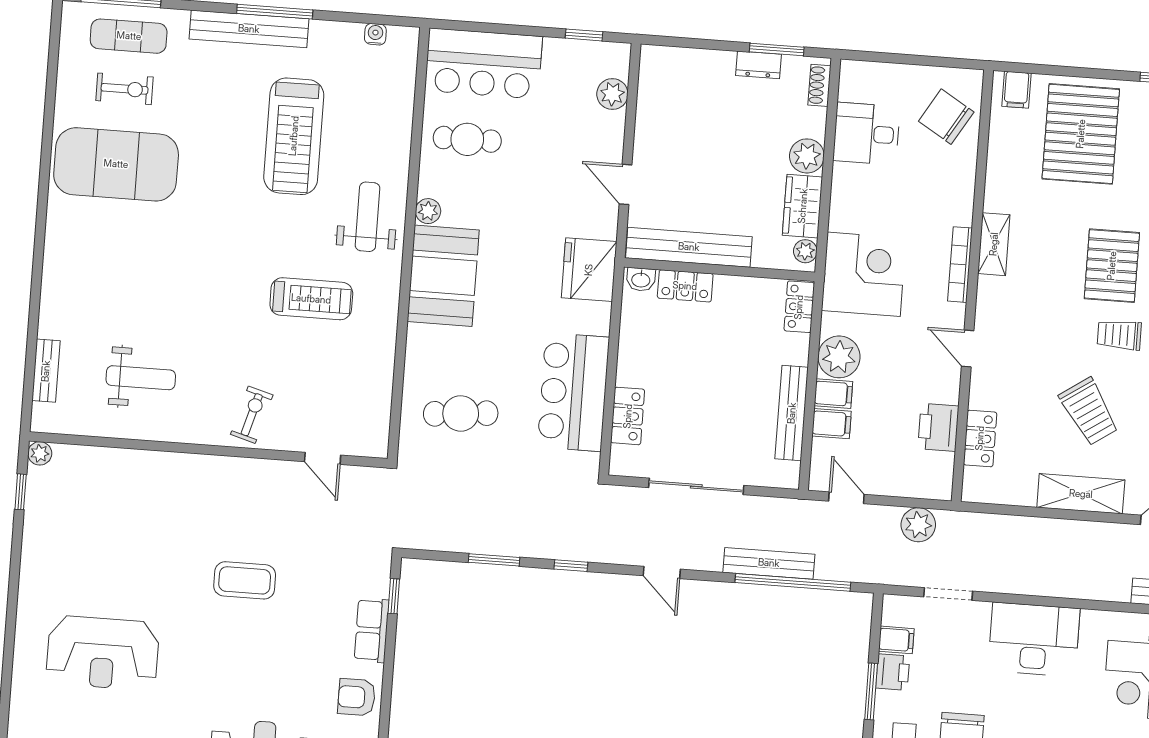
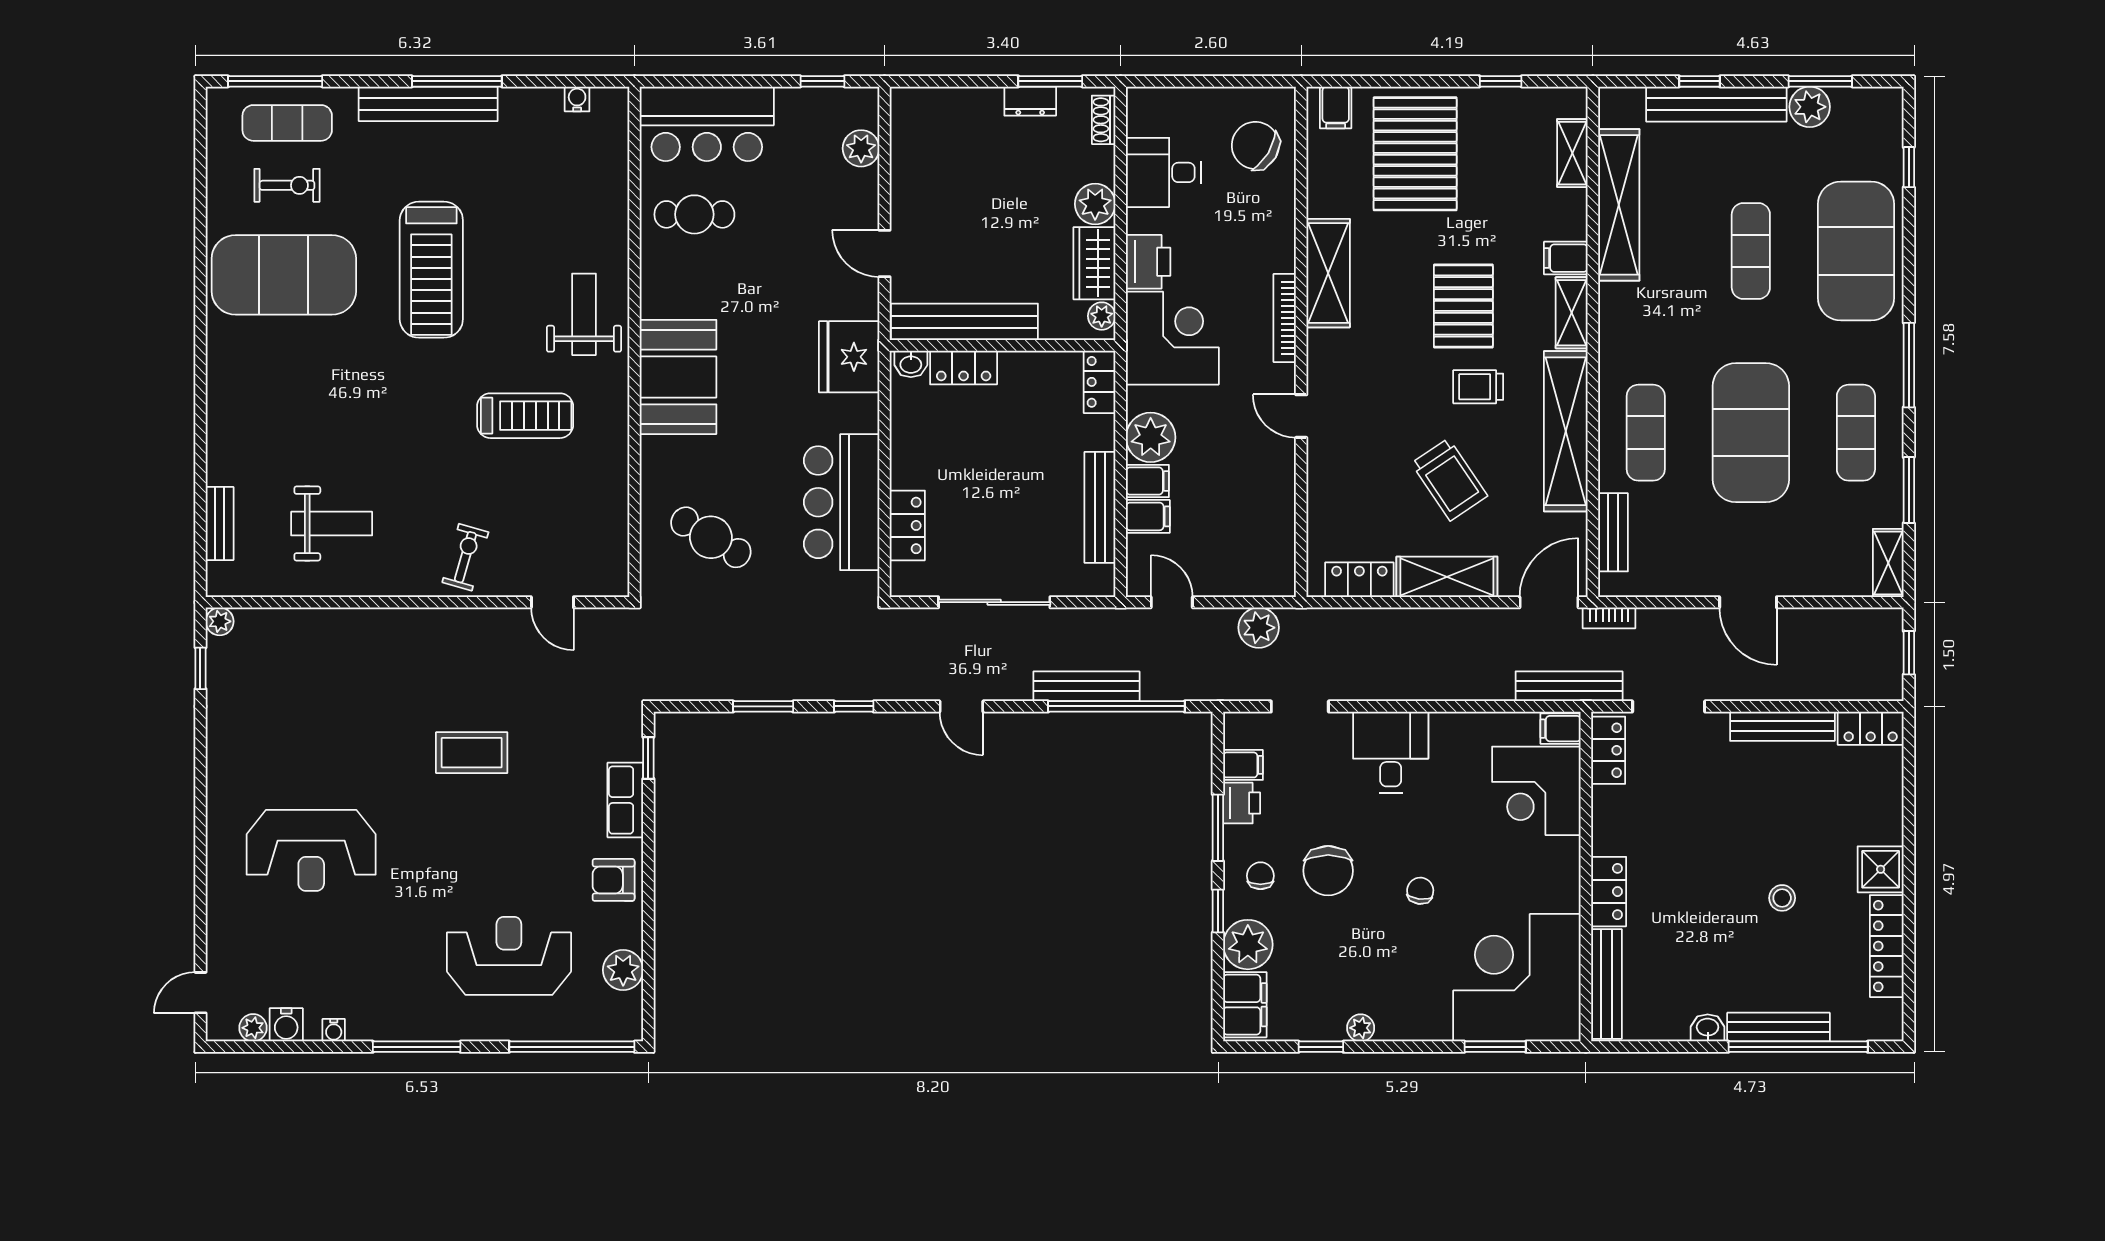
treadmill: (294, 136) -> (431, 270), moved
plant: (428, 211) -> (655, 302), removed
shelving: (994, 244) -> (1328, 273), width x1.50, depth x1.33
cafe table: (461, 413) -> (711, 537), turned 36
printer: (938, 427) -> (1148, 262), moved, turned 180
locker: (980, 438) -> (1359, 580), moved, turned -90
desk: (1034, 639) -> (1391, 752), width x0.73

